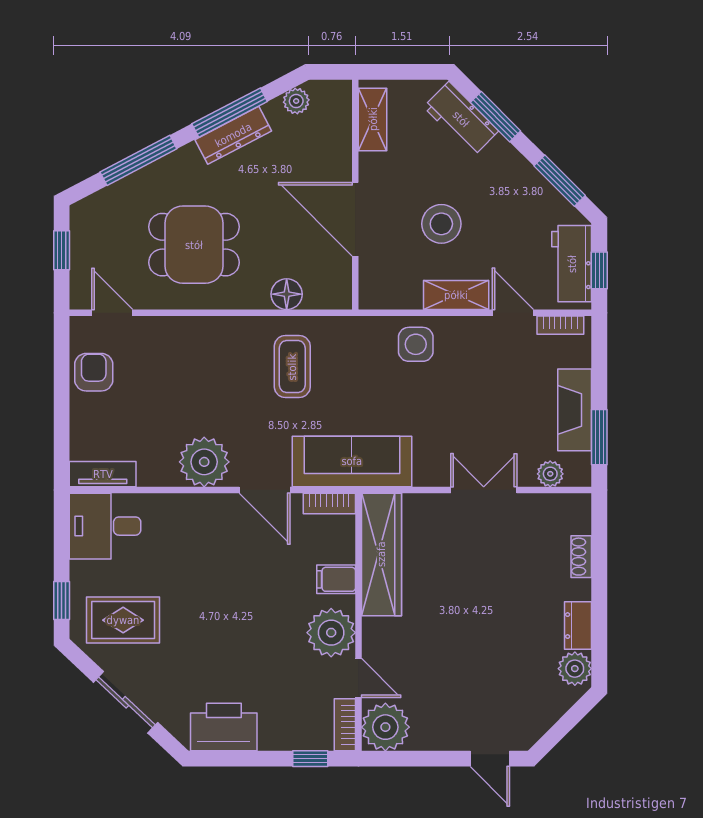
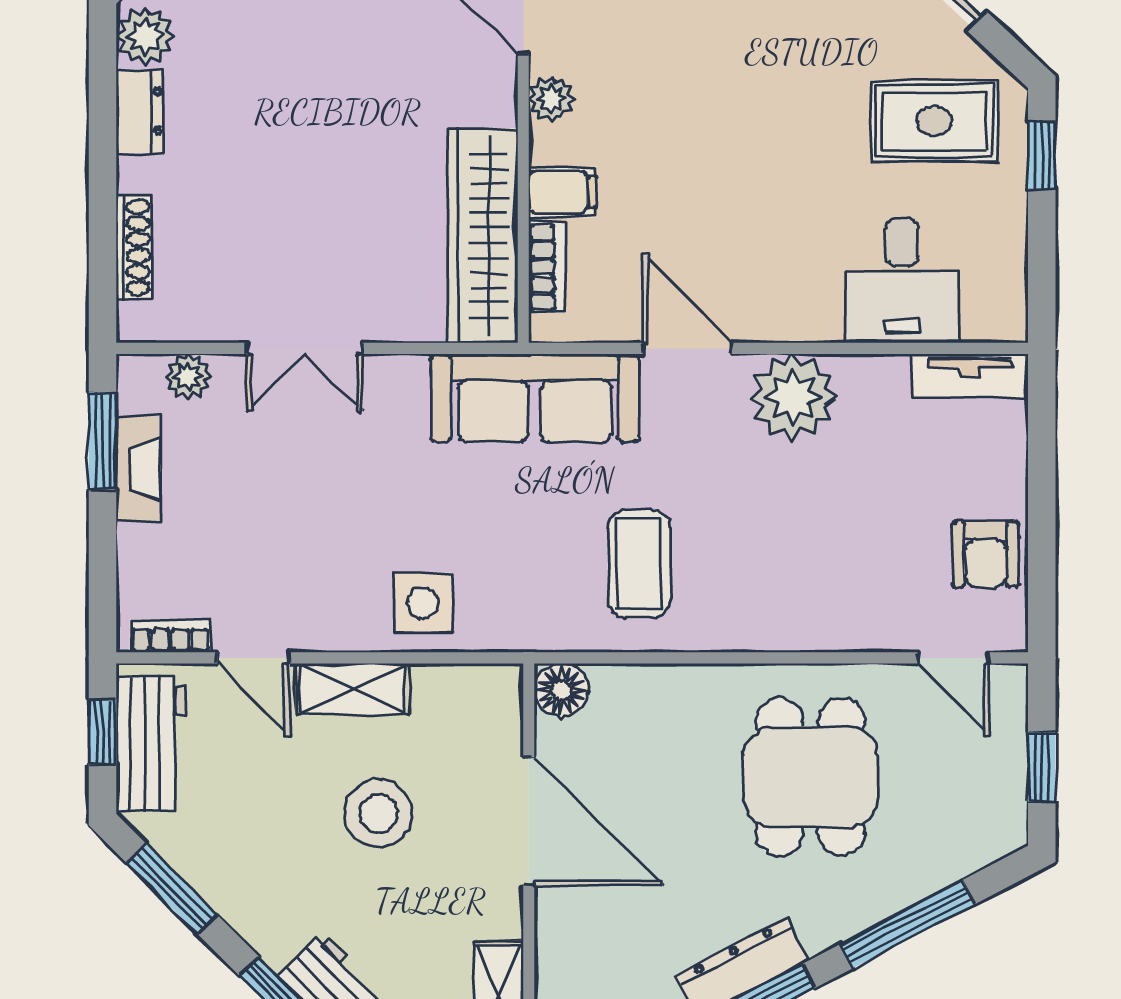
dining table: (194, 245) -> (811, 777), turned 90
floor lamp: (287, 294) -> (561, 690), moved
fireplace: (575, 410) -> (138, 469), width x0.73, depth x0.76
bookcase: (329, 503) -> (547, 267), moved, turned 90
desk: (105, 526) -> (902, 281), moved, turned 90
shoe rack: (581, 557) -> (134, 248), width x1.43
plant: (331, 633) -> (551, 99), width x0.53, depth x0.53

